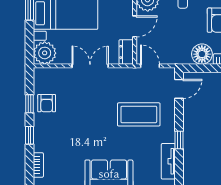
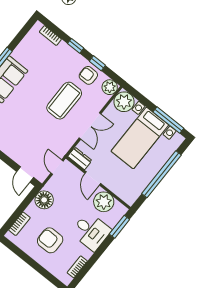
floor lamp: (202, 54) -> (44, 200), moved
door: (150, 66) -> (57, 167), swing flipped
plant: (42, 76) -> (110, 87), added
coffee table: (139, 114) -> (64, 101), moved

